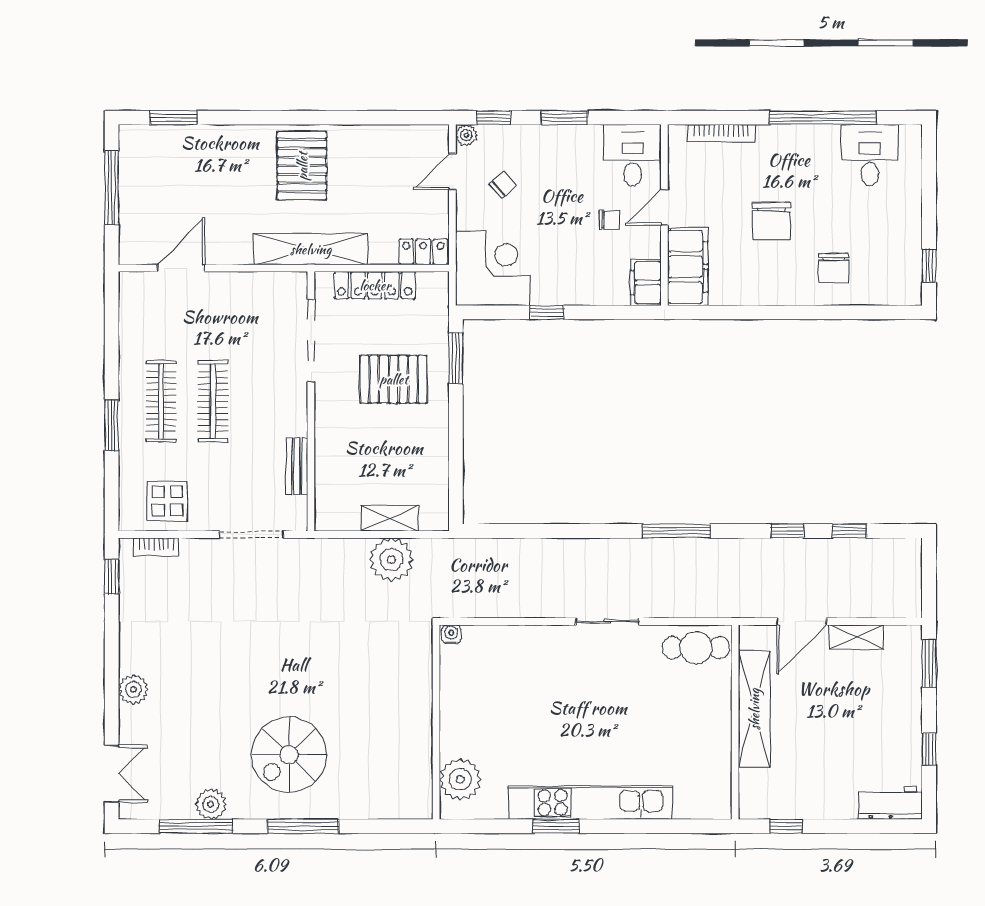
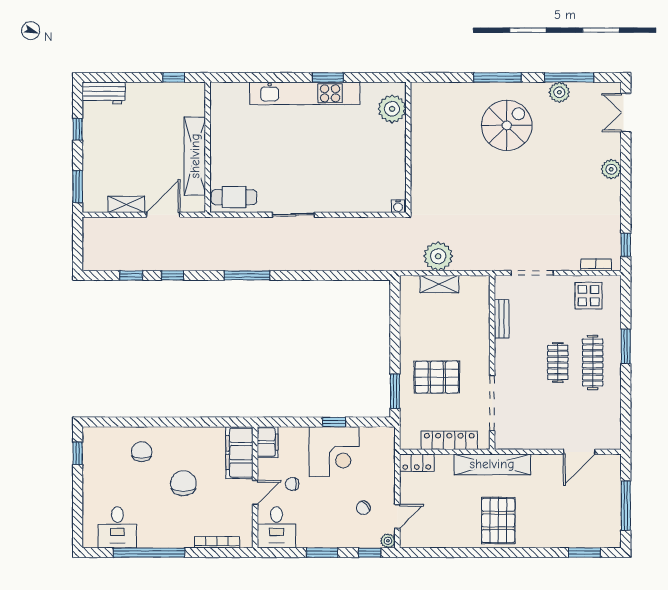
corner desk: (493, 268) -> (334, 452), moved, turned -90
clothes rail: (213, 401) -> (558, 362), width x0.73

